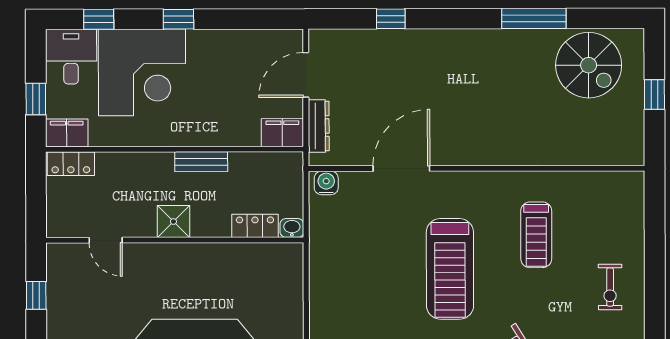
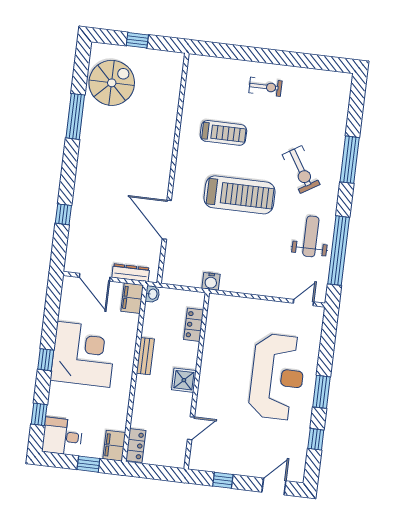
corner desk: (142, 72) -> (83, 354), moved
water cooler: (326, 183) -> (211, 281), moved, turned -90
washbasin: (292, 228) -> (152, 294), moved, turned 180

